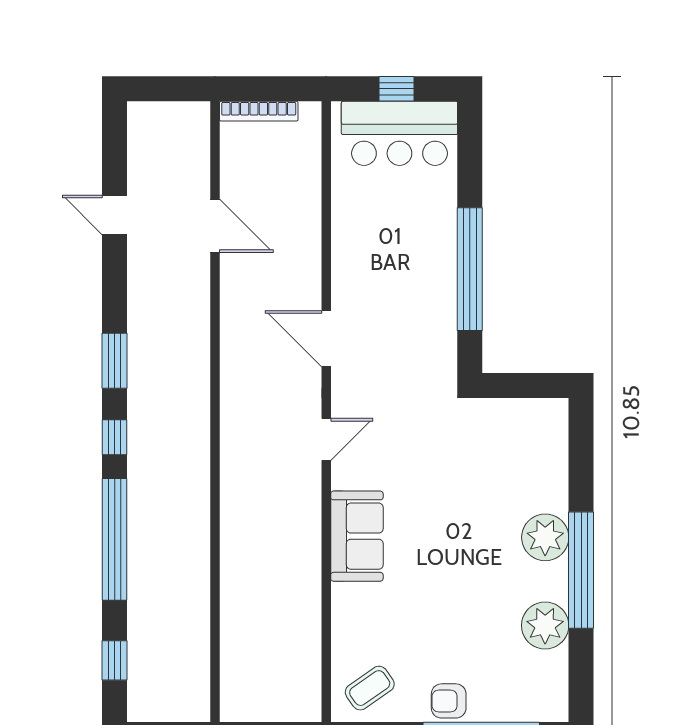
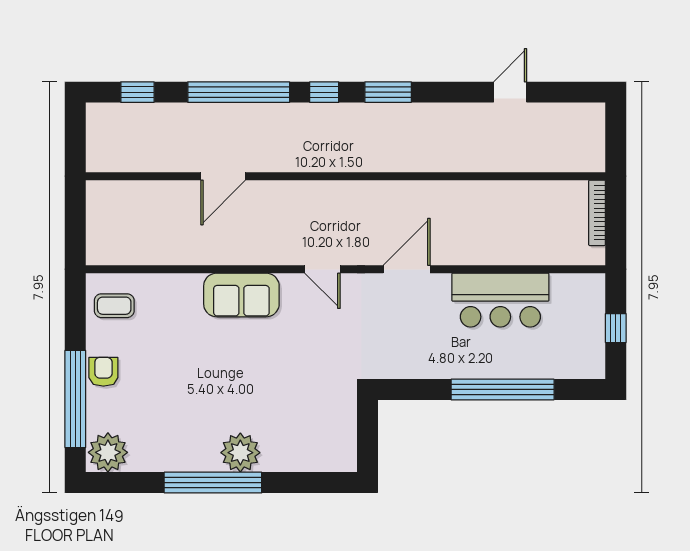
bar counter: (399, 133) -> (500, 300), moved, turned -90
door: (215, 226) -> (223, 176), moved
window: (470, 269) -> (503, 389), moved
plant: (545, 625) -> (108, 452), moved
coffee table: (370, 688) -> (114, 306), turned -55

